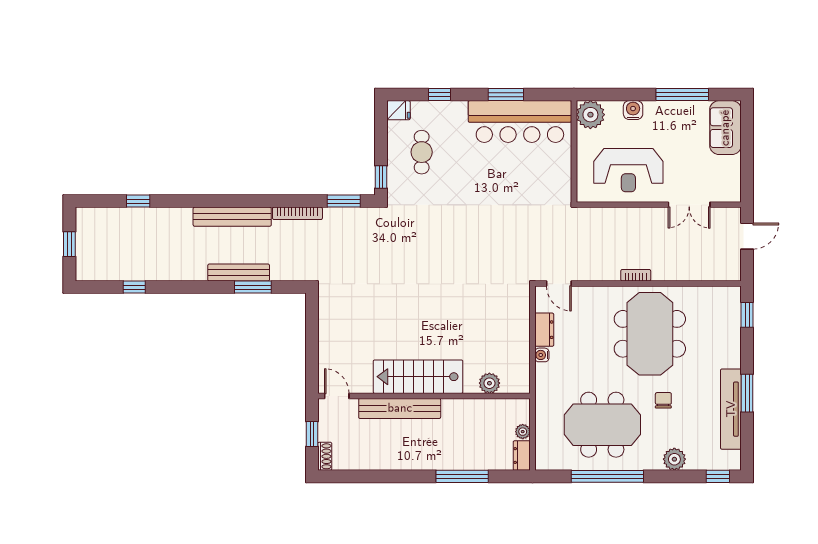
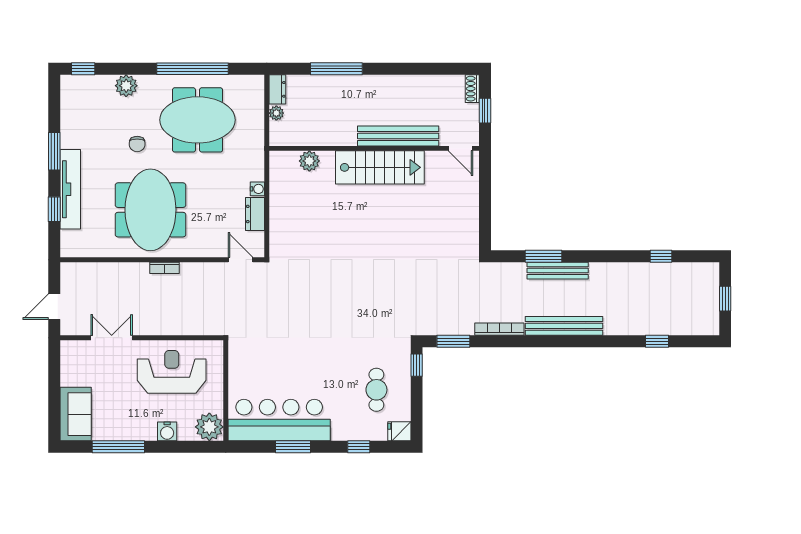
window: (747, 315) -> (54, 209), moved
tv unit: (731, 409) -> (70, 189), moved

